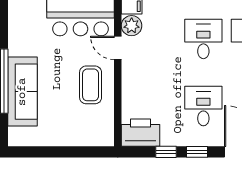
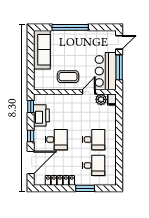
sofa: (22, 92) -> (42, 50), moved, turned -90
printer: (140, 133) -> (41, 115), moved
window: (166, 152) -> (31, 107), moved

